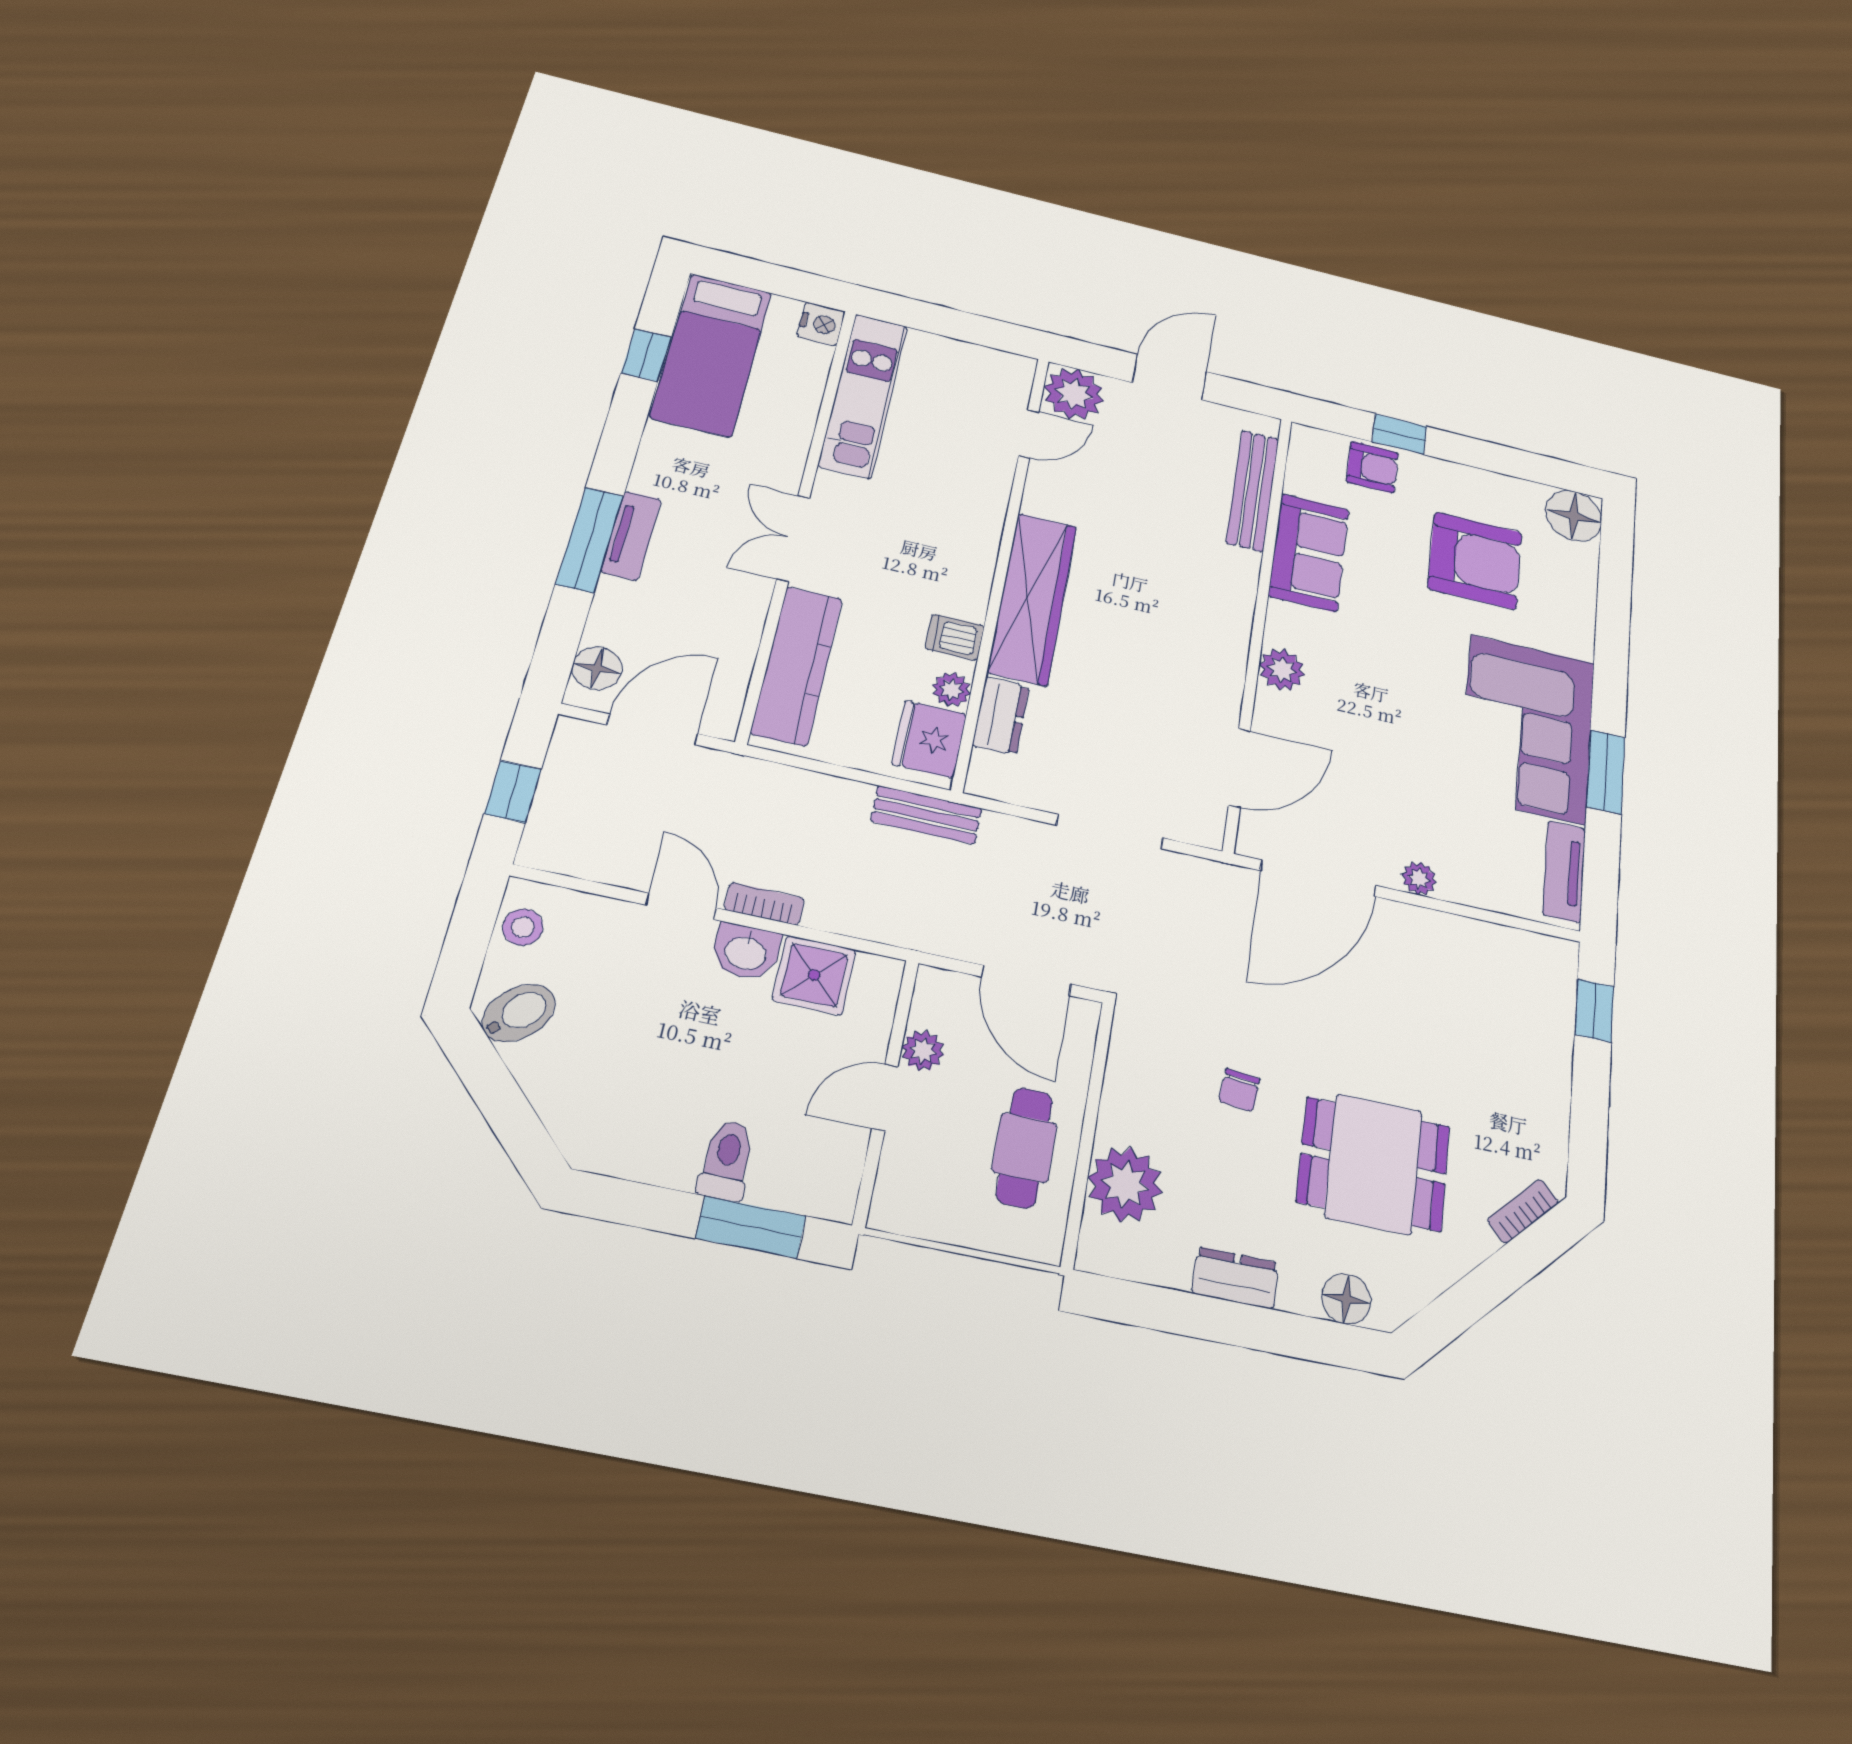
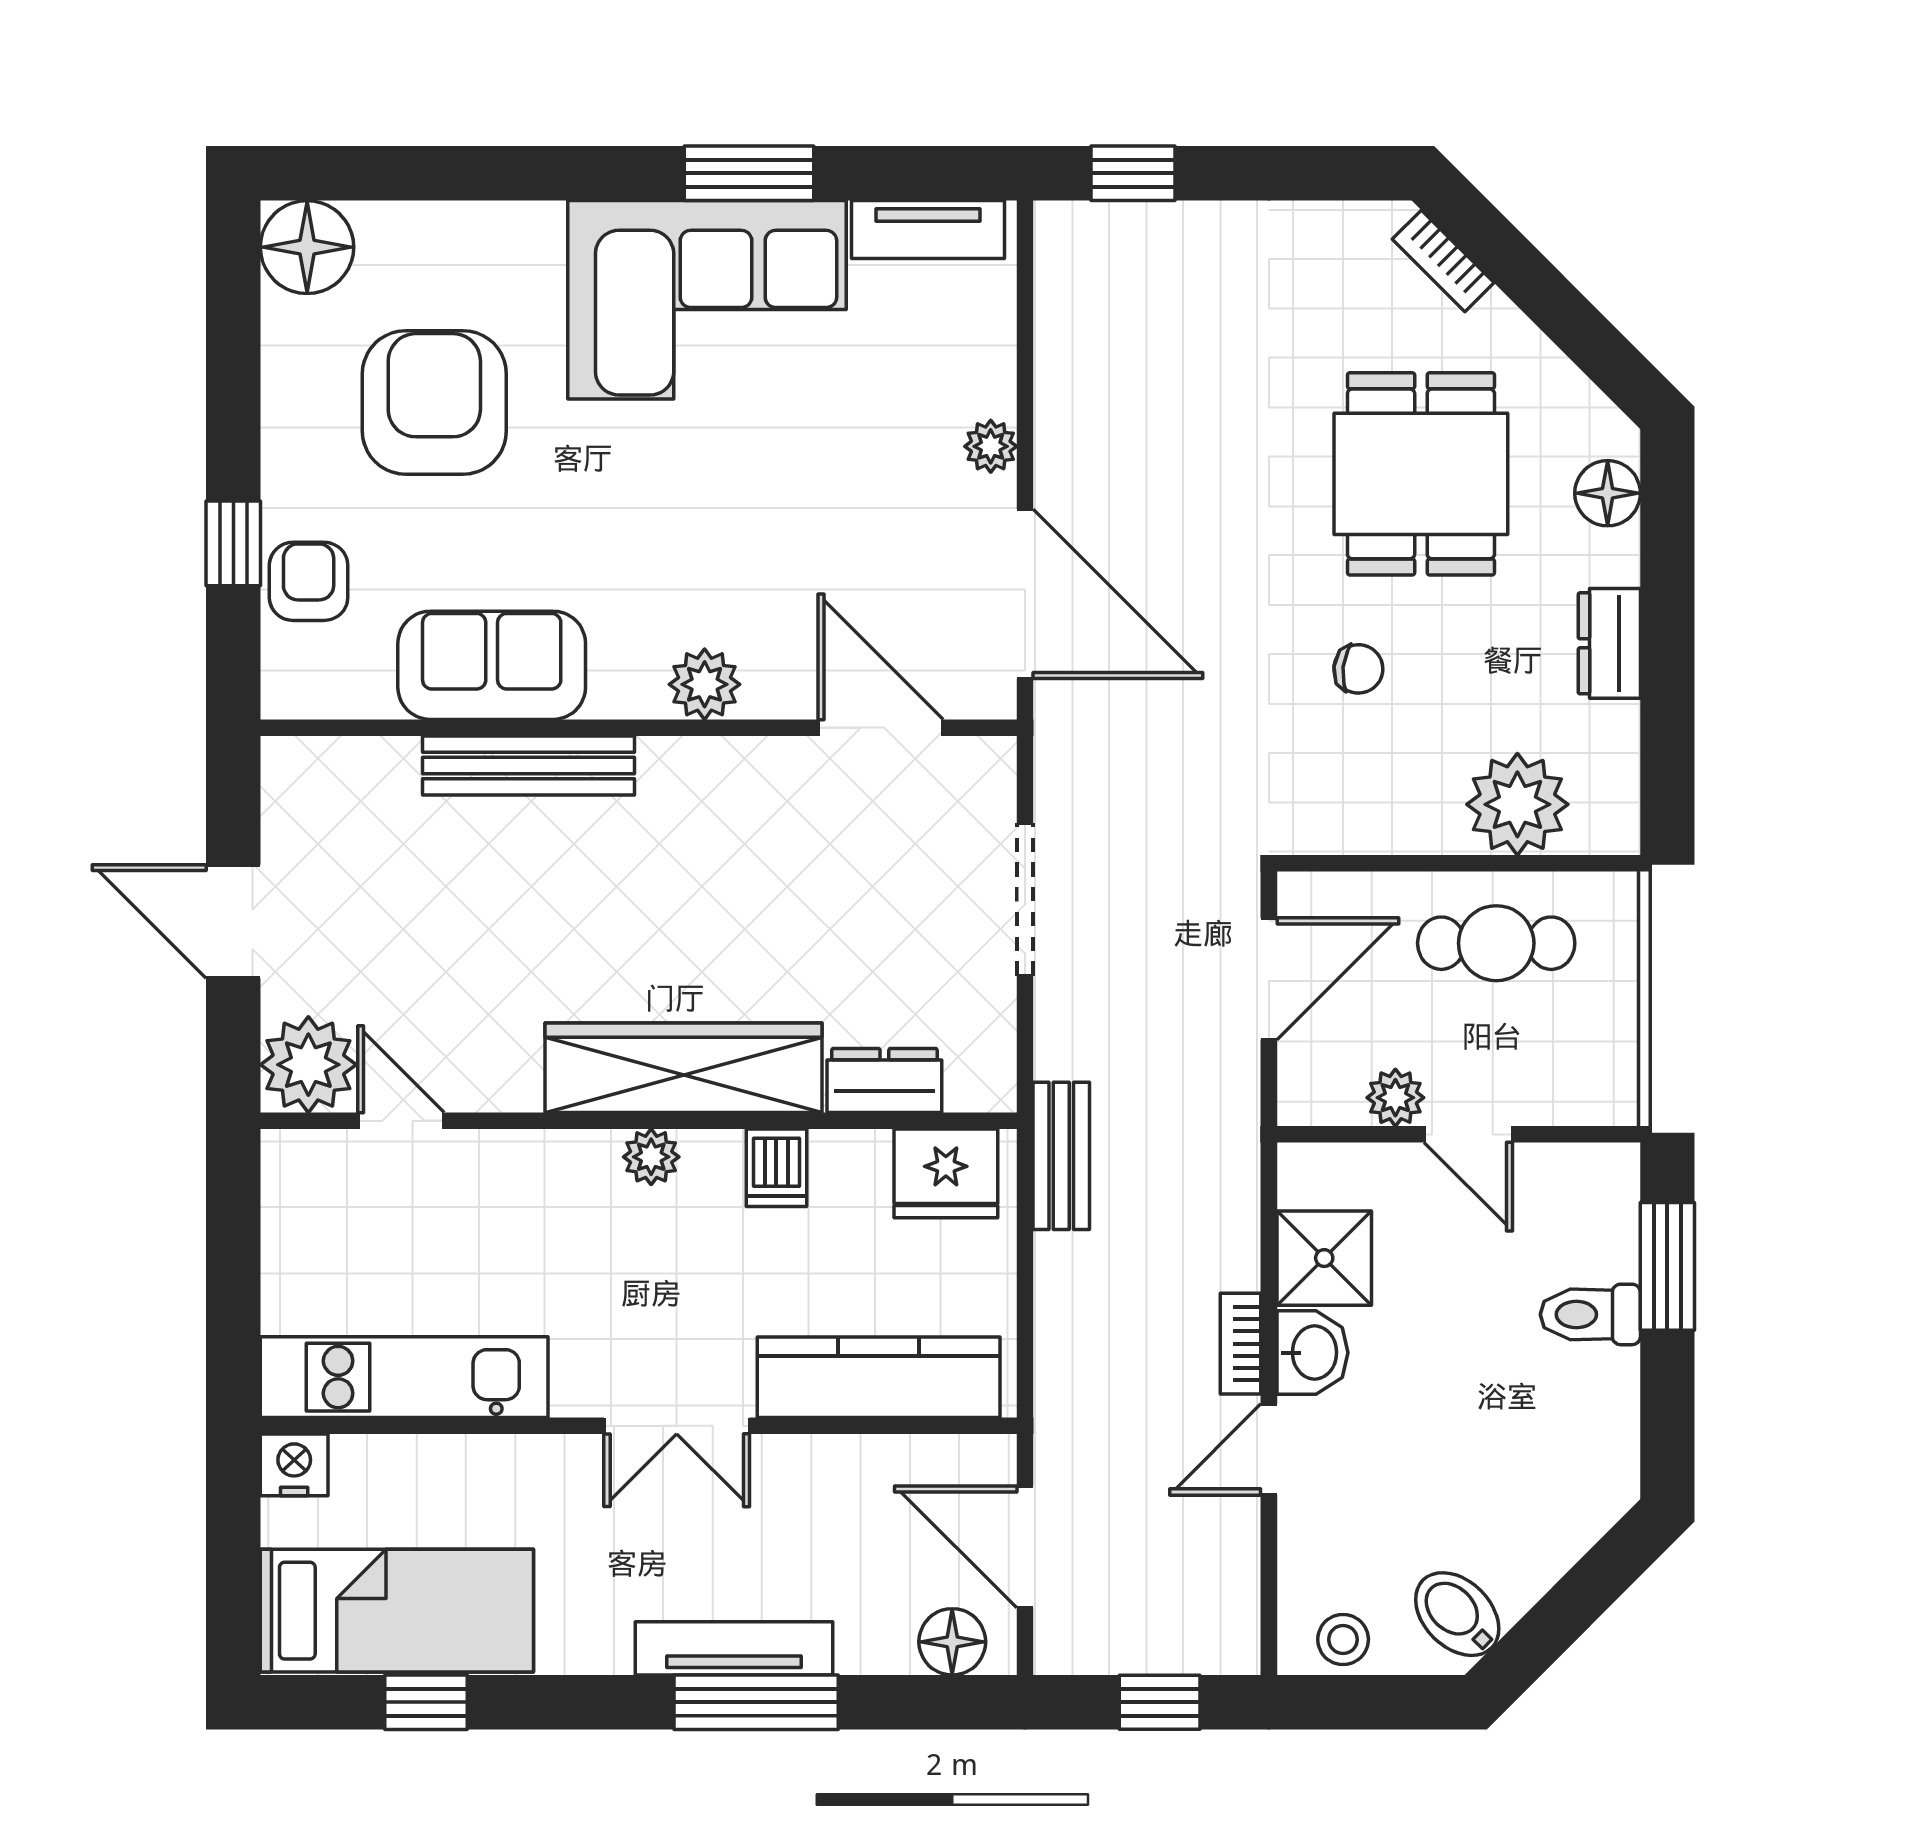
bench: (1253, 490) -> (529, 765), moved
tv unit: (631, 536) -> (734, 1648), width x1.41
plant: (952, 689) -> (651, 1157), moved

